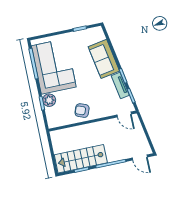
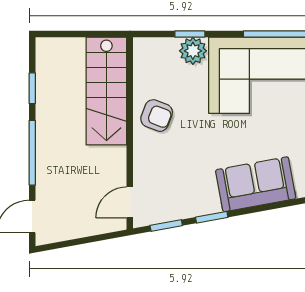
tv unit: (120, 85) -> (193, 207), removed
armchair: (82, 111) -> (157, 116), turned 90
stairs: (81, 159) -> (106, 91), moved, turned 180

